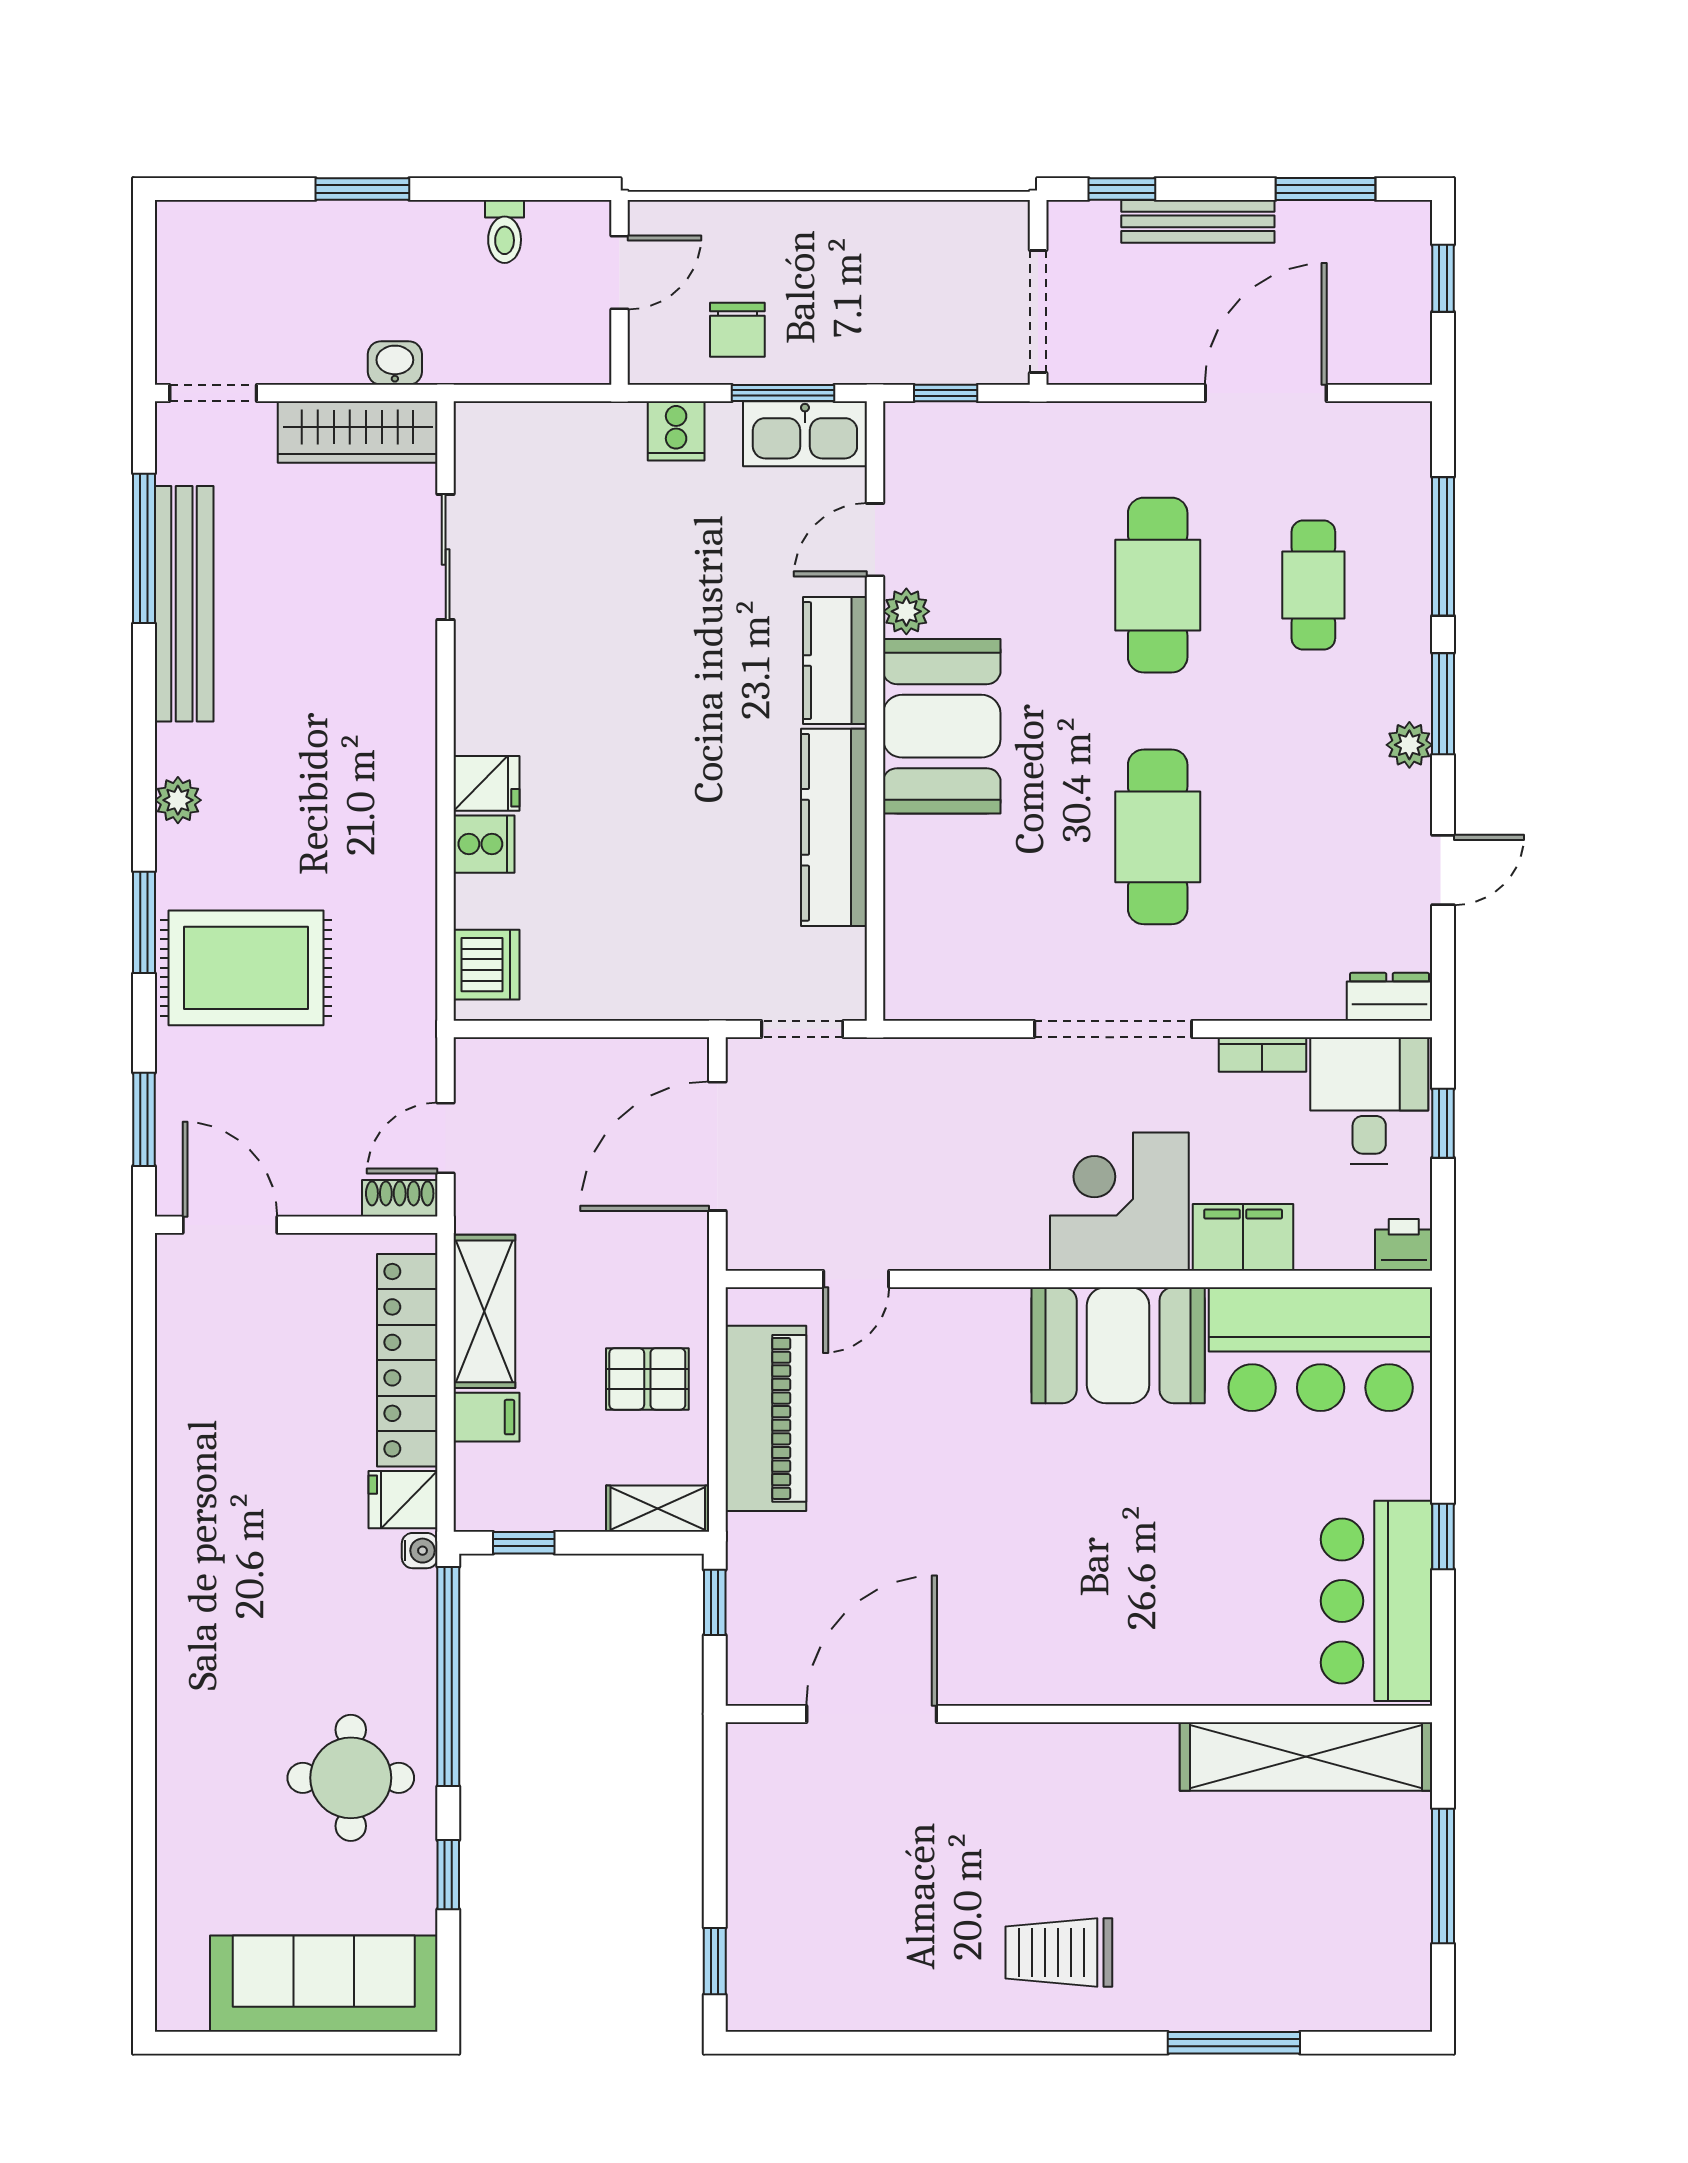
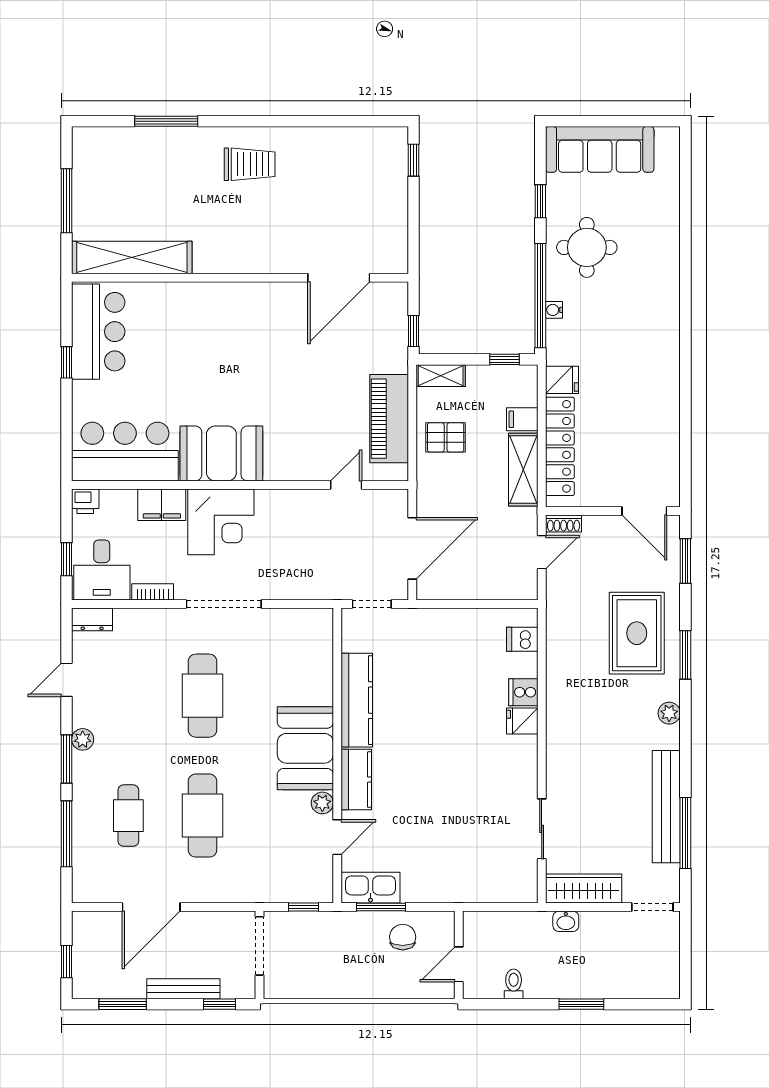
cooker: (676, 431) -> (432, 889), removed
dishwasher: (487, 965) -> (522, 639), width x0.73
rug: (246, 968) -> (637, 633), turned 90
water cooler: (420, 1551) -> (554, 310), moved

